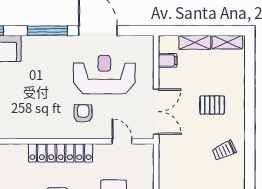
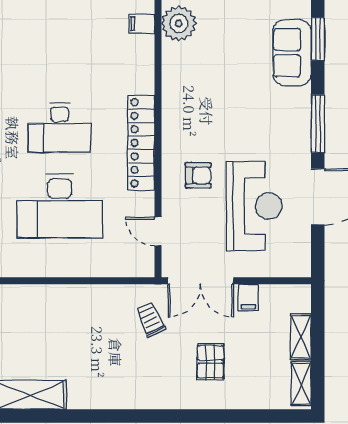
filing cabinet: (168, 61) -> (248, 297), moved
door: (122, 141) -> (158, 231), swing flipped
trolley: (224, 151) -> (150, 319), moved

